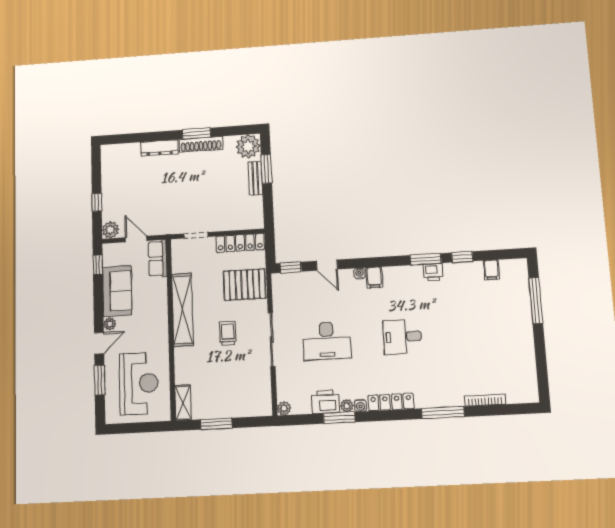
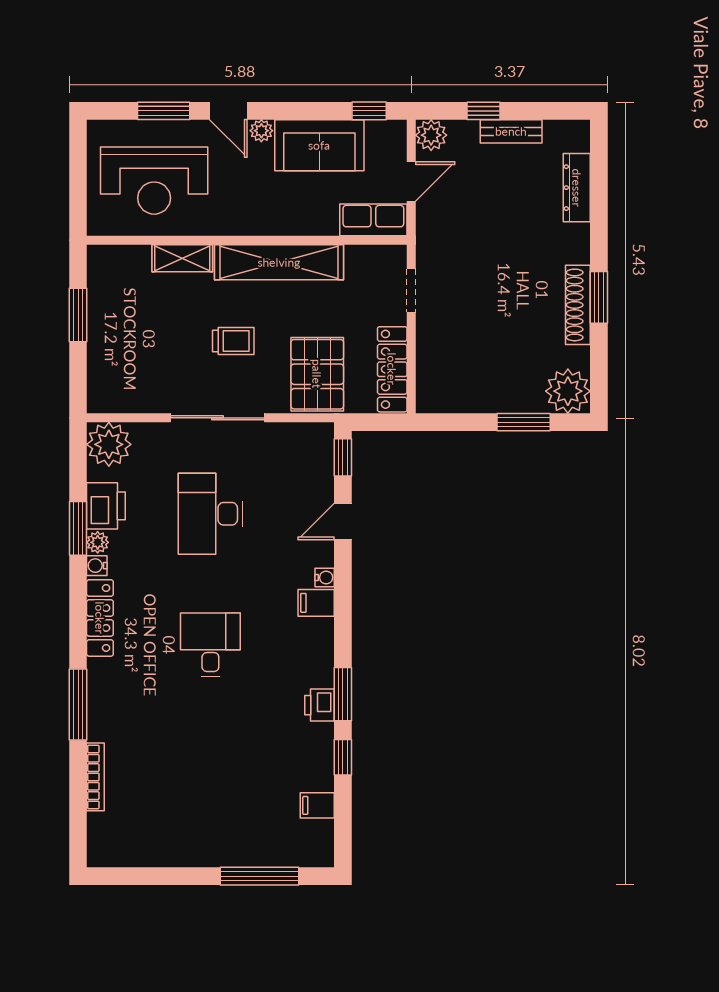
dresser: (159, 148) -> (577, 188), moved
bench: (255, 178) -> (511, 131), moved
shelving: (183, 403) -> (182, 258), moved
plant: (284, 408) -> (109, 444), width x1.87, depth x1.87

